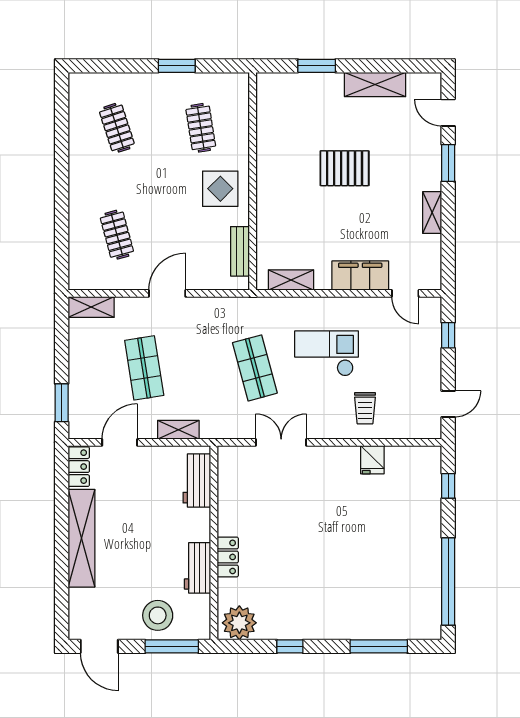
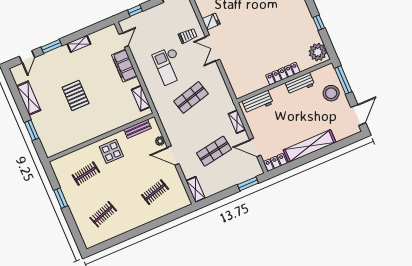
plant: (202, 281) -> (160, 141), added
double door: (281, 442) -> (213, 48), moved
locker: (228, 557) -> (283, 74), width x1.53

